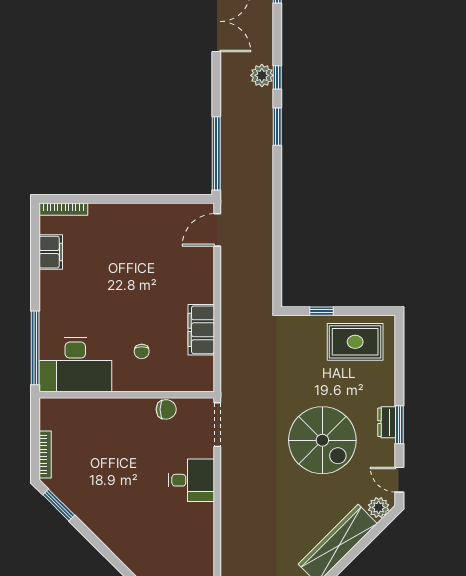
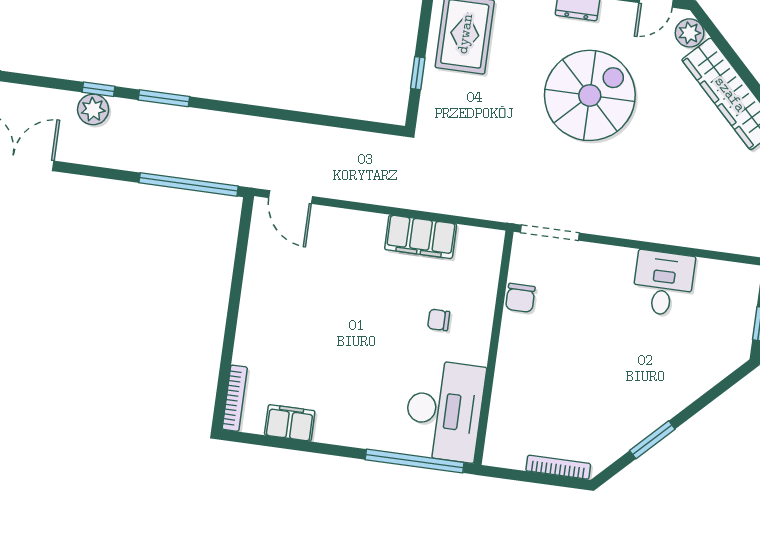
chair: (142, 351) -> (439, 320), turned 180
chair: (166, 409) -> (520, 298), turned 180
desk: (191, 480) -> (663, 283), moved
window: (59, 505) -> (652, 440), moved

